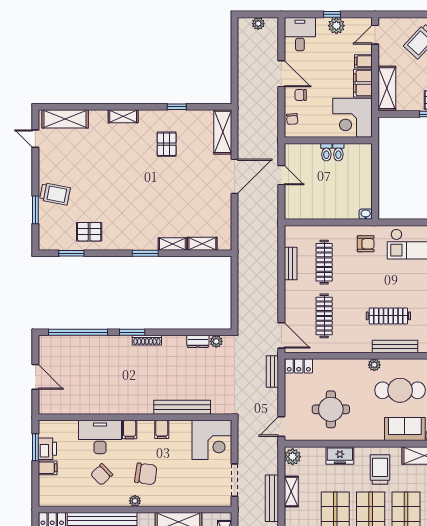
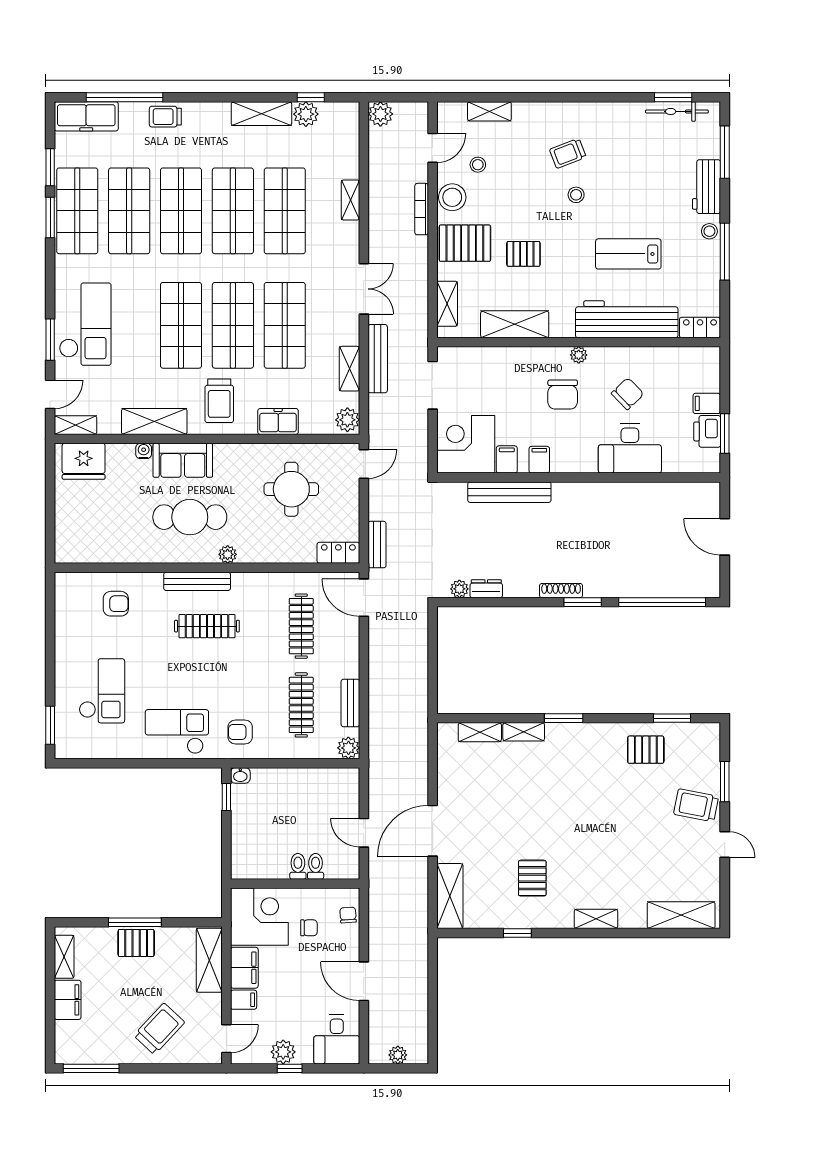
chair: (301, 95) -> (309, 928), moved
door: (35, 139) -> (725, 844), moved
toilet: (338, 152) -> (316, 866), moved
window: (375, 199) -> (226, 797), added
plant: (292, 233) -> (348, 748), added
filing cabinet: (130, 430) -> (507, 459), moved
chair: (146, 474) -> (563, 395), turned -98

